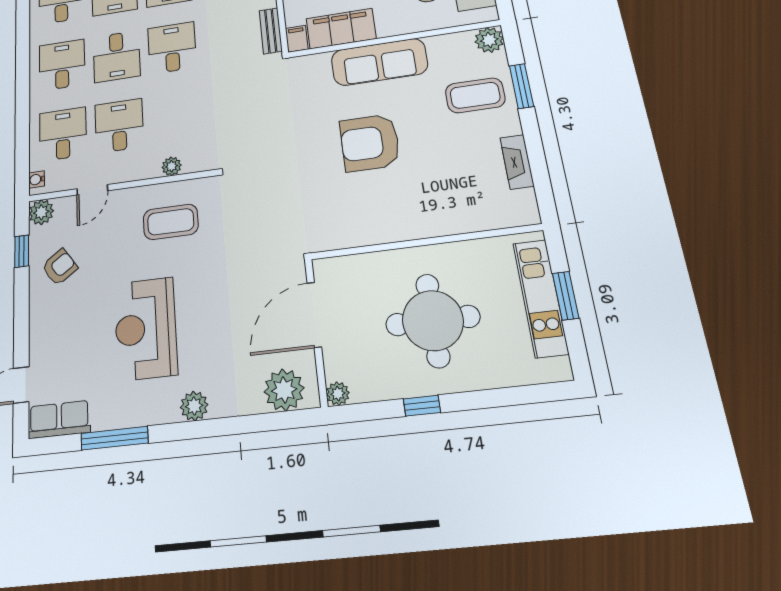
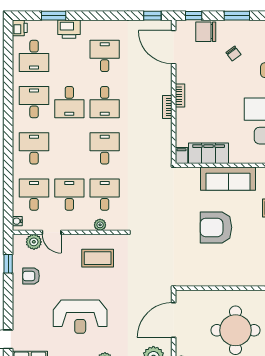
bench: (271, 31) -> (166, 147), removed
desk: (117, 56) -> (105, 195), moved, turned 180
door: (92, 190) -> (52, 232), hinge flipped
plant: (41, 212) -> (34, 242), moved
armchair: (60, 267) -> (31, 276), turned -145
reception desk: (146, 329) -> (80, 317), turned -90

